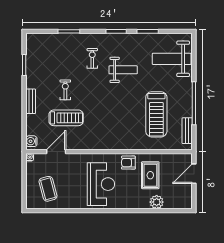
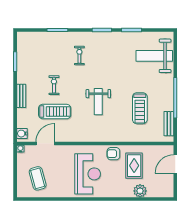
weight bench: (123, 70) -> (98, 102), moved, turned 90
treadmill: (156, 114) -> (140, 108), width x0.73, depth x0.73

